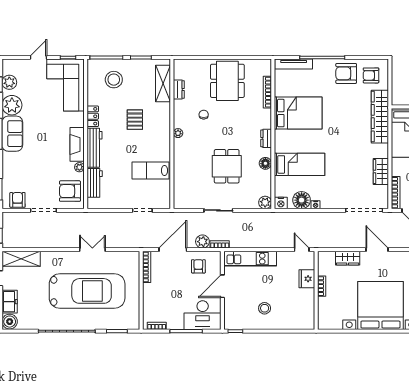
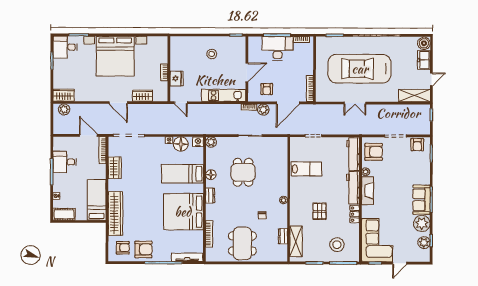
bed: (298, 113) -> (183, 212), width x1.36
workbench: (95, 183) -> (353, 154), width x1.38
desk: (203, 315) -> (278, 48), moved

